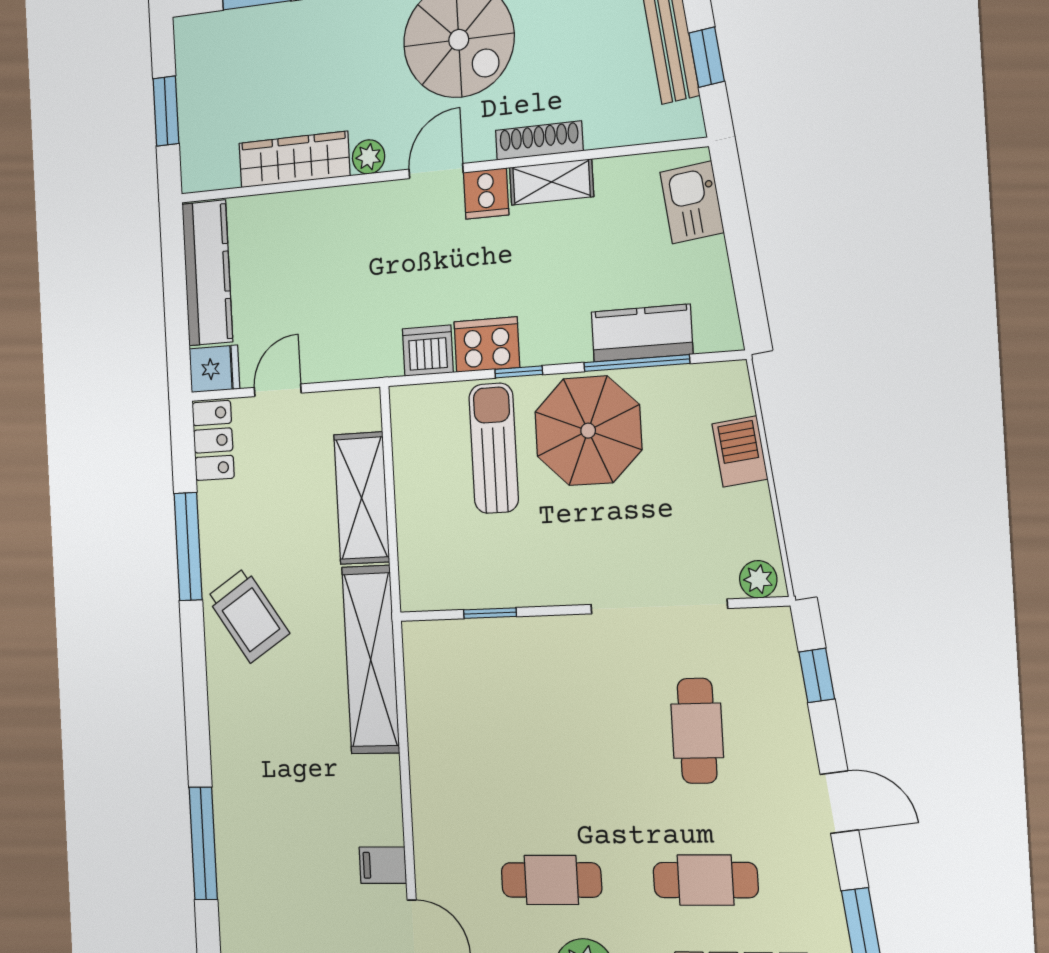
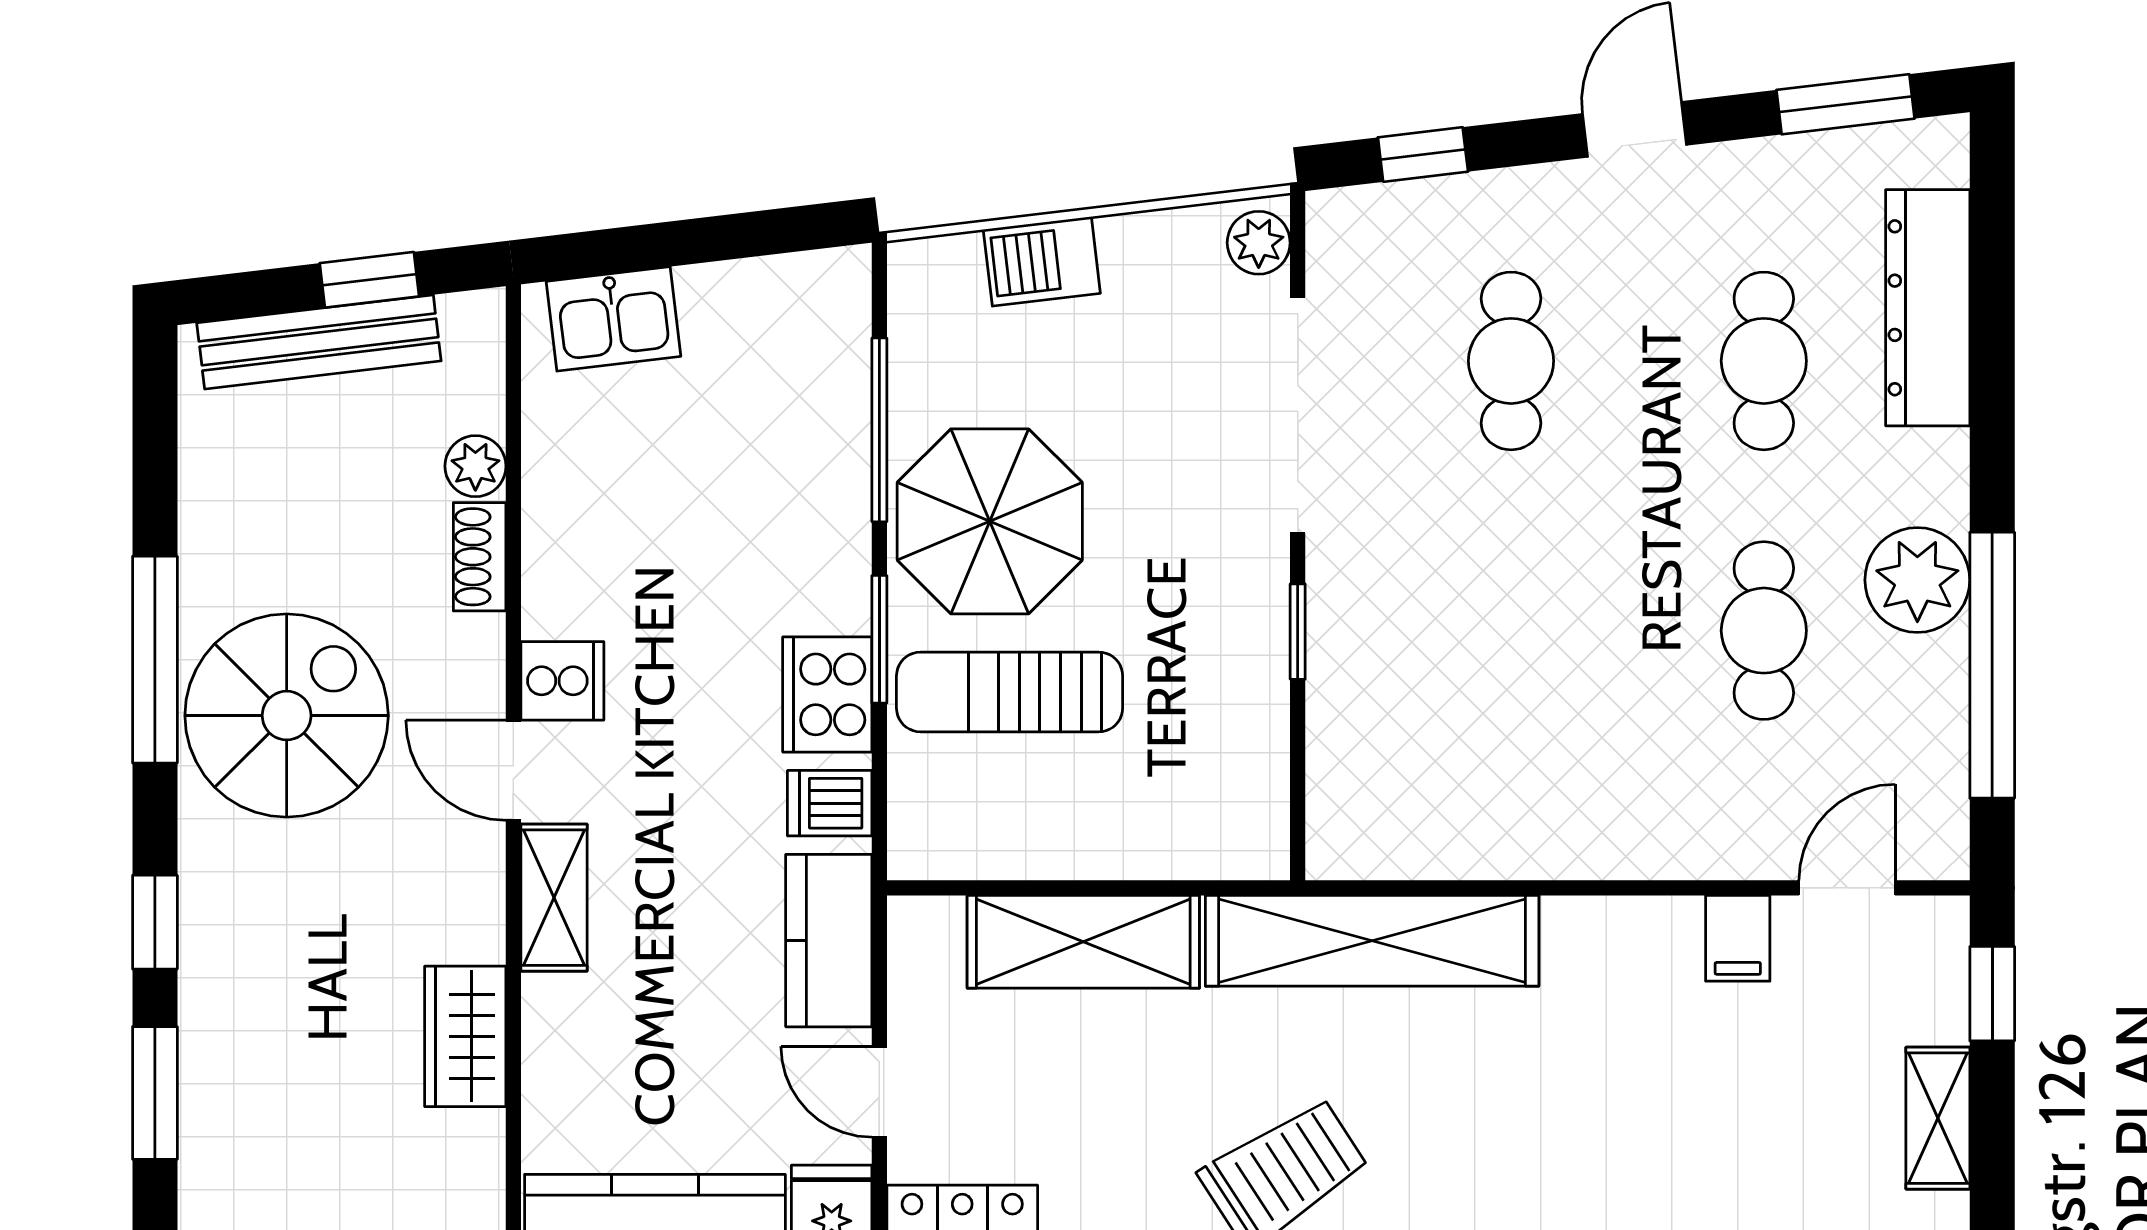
shoe rack: (539, 141) -> (480, 557), width x0.70
plant: (369, 157) -> (475, 466), moved
wardrobe: (294, 160) -> (465, 1036), width x0.67
shelving: (551, 182) -> (554, 898), moved
kitchen counter: (642, 333) -> (829, 941), moved
dishwasher: (428, 351) -> (830, 803), width x0.73
window: (519, 372) -> (879, 639), width x1.50
window: (490, 613) -> (1298, 632), moved
cafe table: (697, 731) -> (1511, 361), turned 90

